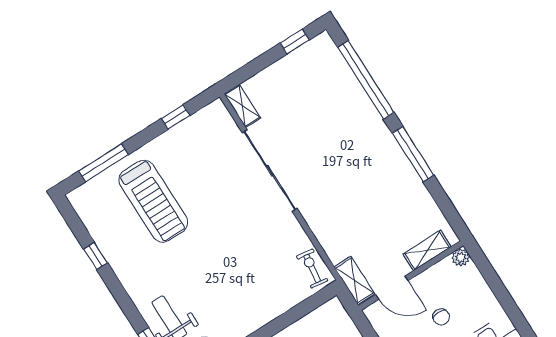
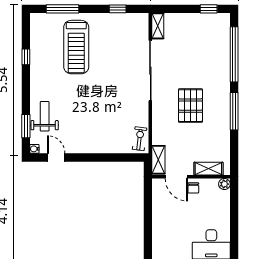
pallet: (351, 183) -> (190, 106), added
chair: (441, 317) -> (193, 188), moved

